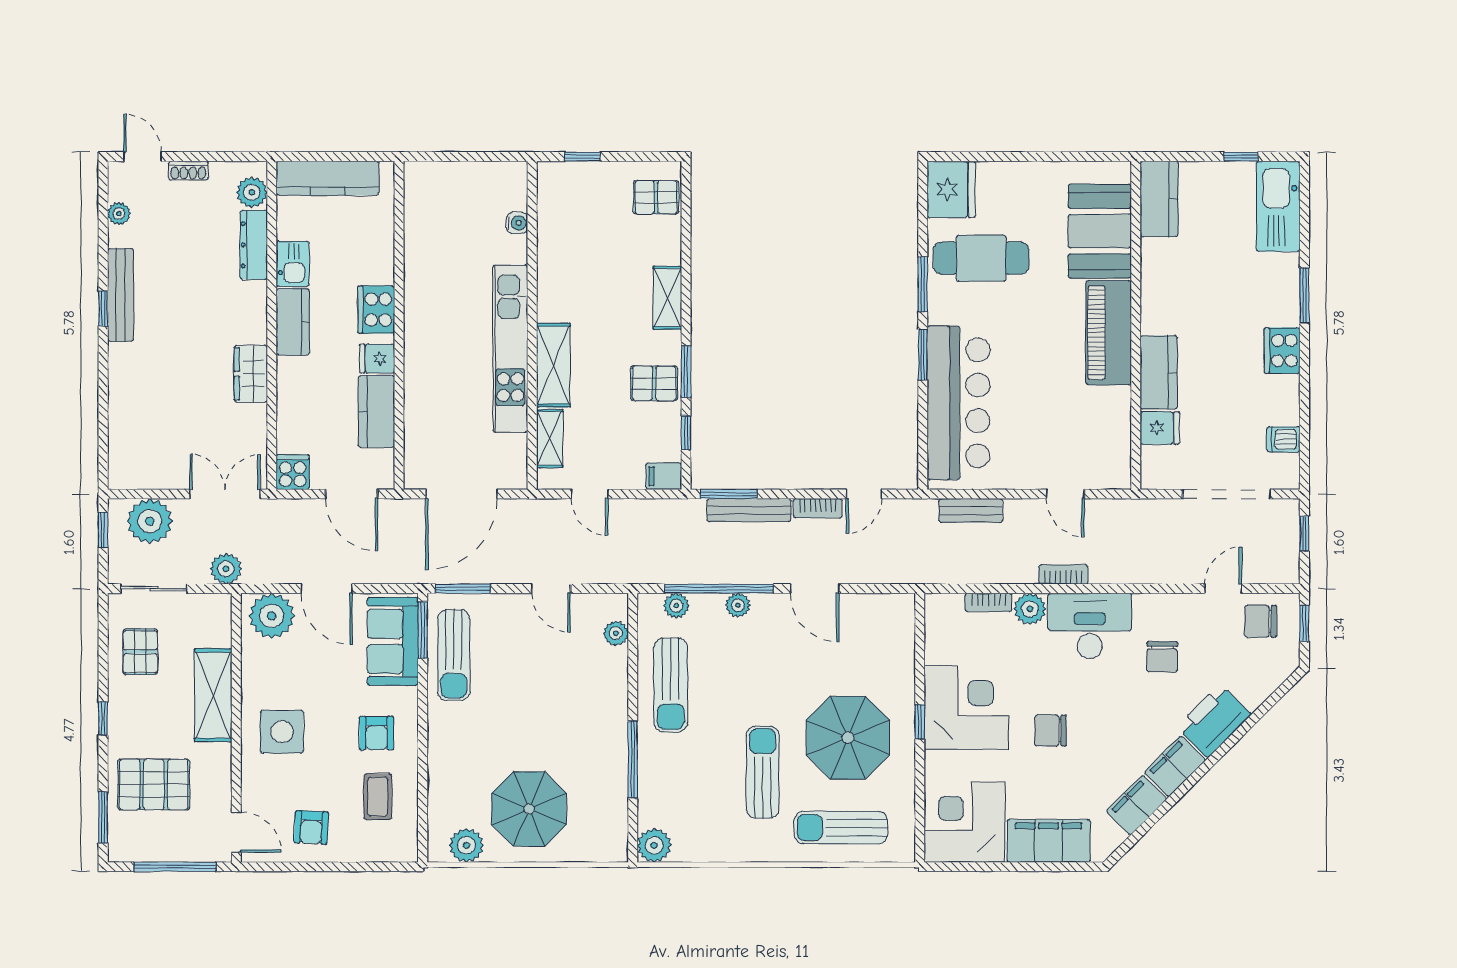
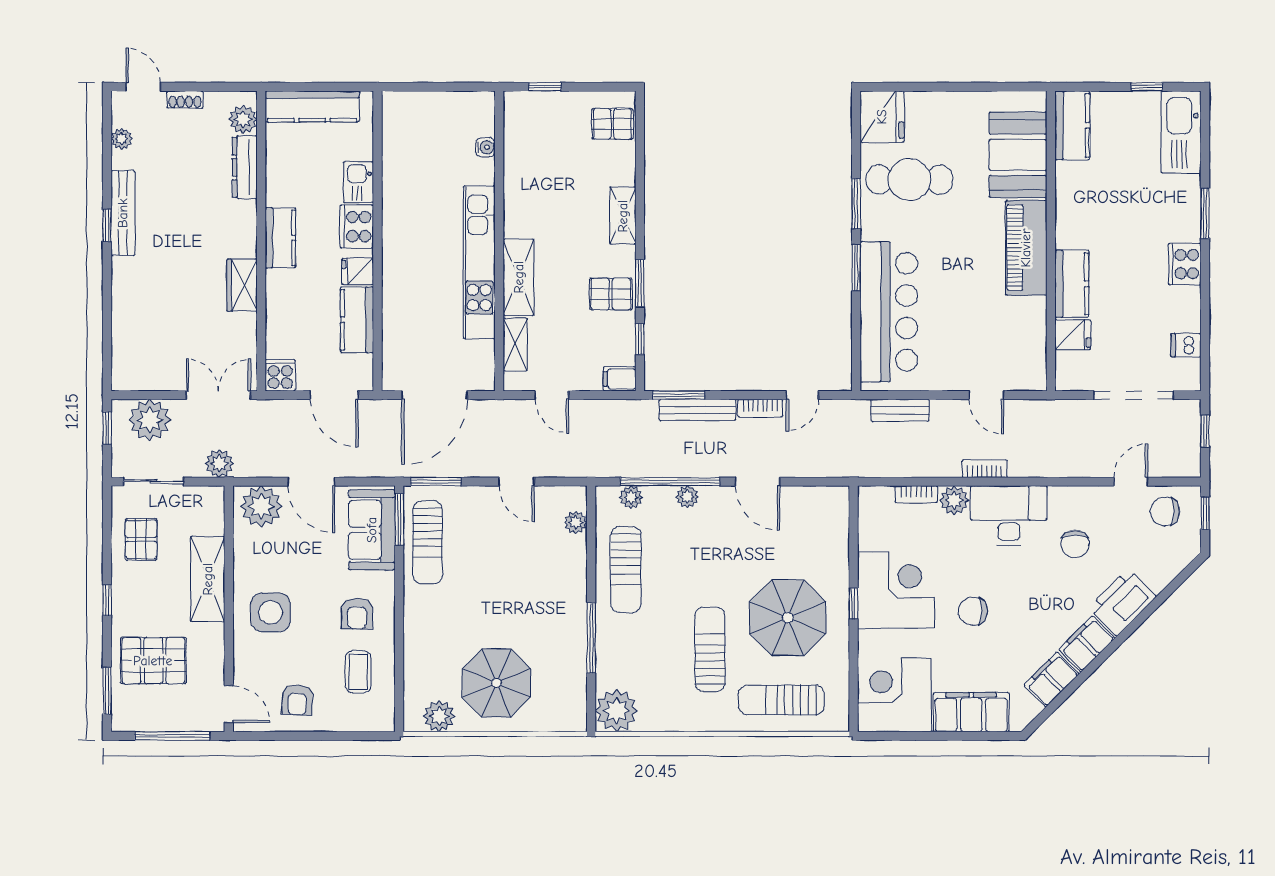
kitchen sink: (293, 264) -> (358, 182), moved, turned 180
plant: (654, 845) -> (616, 711), width x1.36, depth x1.36

